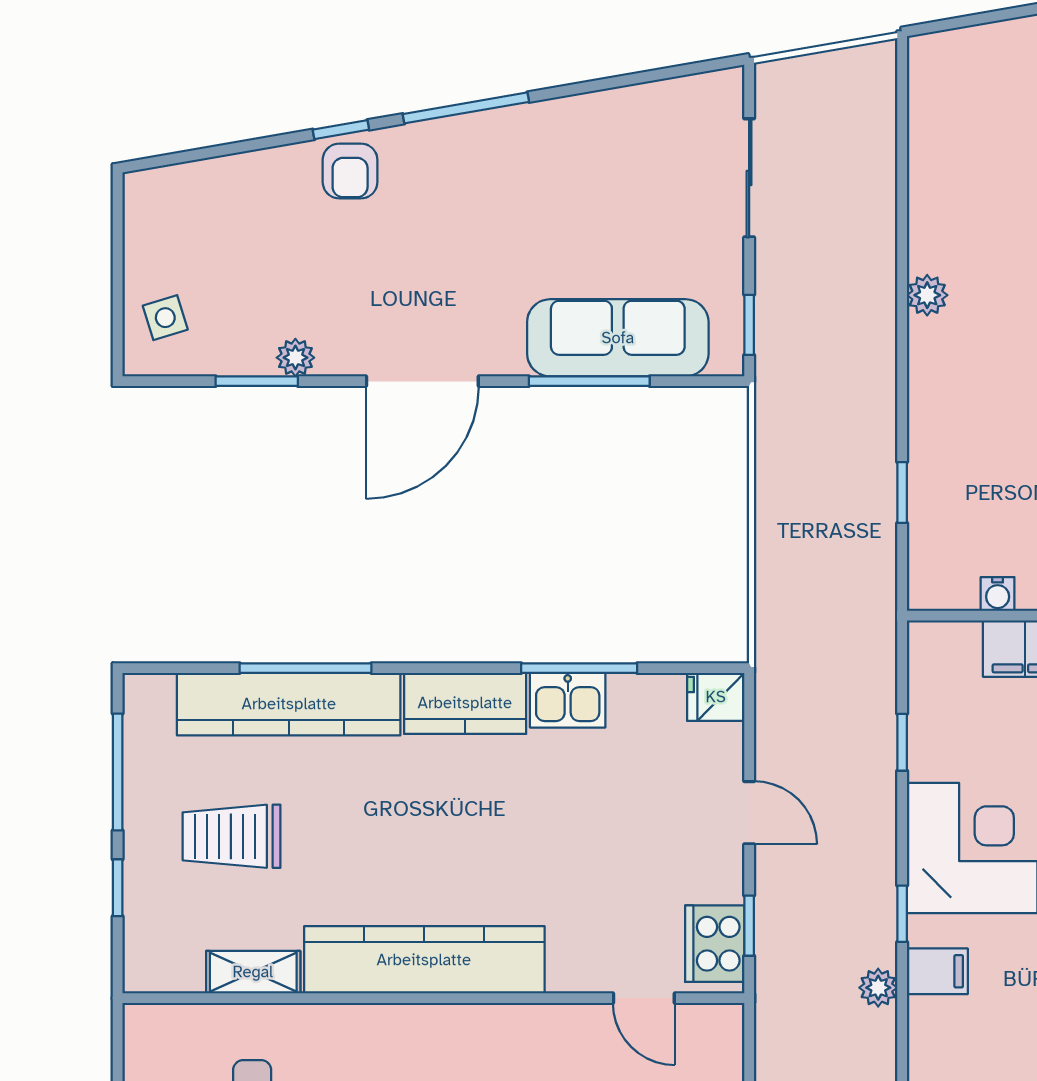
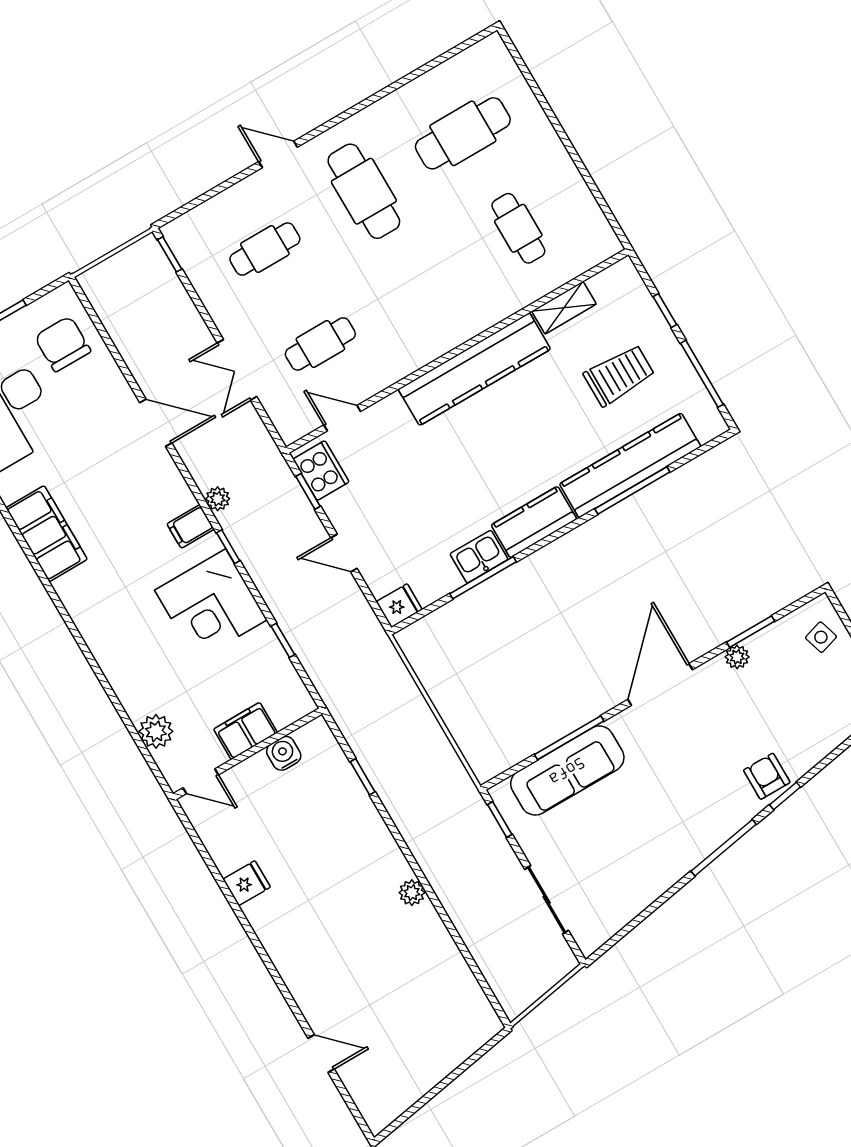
water cooler: (998, 594) -> (284, 753), width x1.38, depth x1.38

